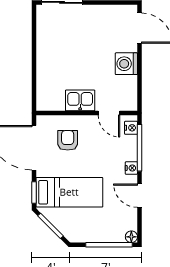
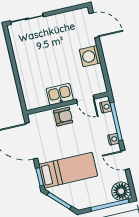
armchair: (68, 140) -> (63, 117), moved, turned 90
floor lamp: (131, 237) -> (121, 191), width x1.89, depth x1.89

